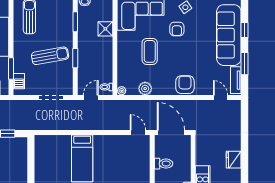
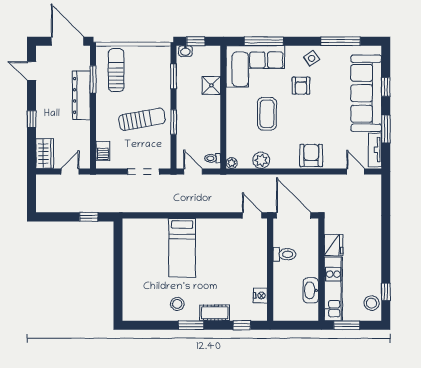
window: (11, 69) -> (93, 79), moved
door: (91, 97) -> (193, 171), hinge flipped
fridge: (234, 160) -> (333, 245), moved, turned 180

